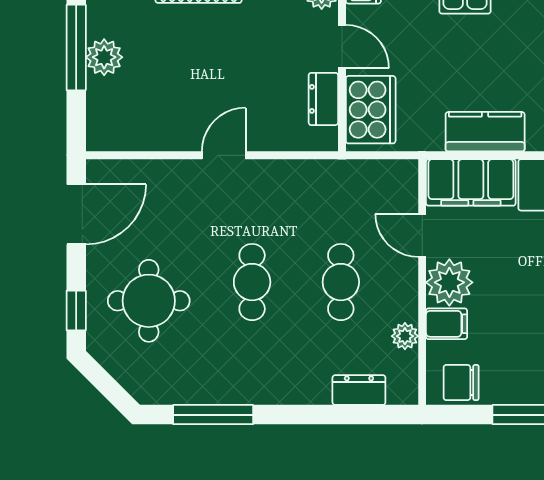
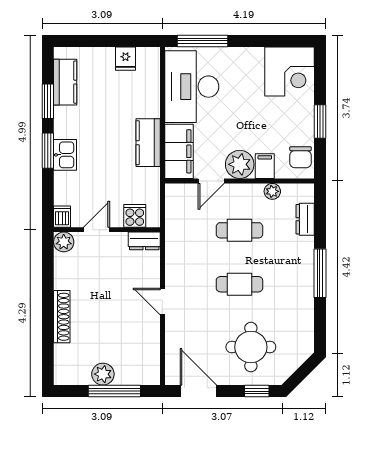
window: (76, 47) -> (114, 391), moved
dresser: (323, 99) -> (144, 241), moved
cooker: (371, 110) -> (135, 216), width x0.53, depth x0.76
window: (213, 415) -> (320, 273), moved

